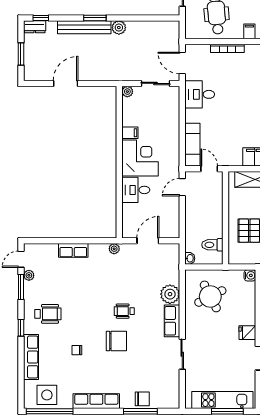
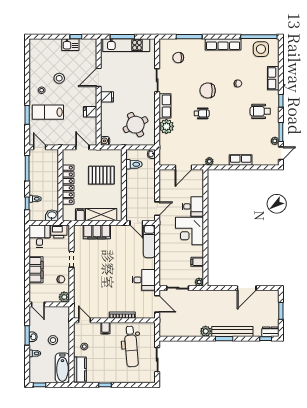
filing cabinet: (130, 133) -> (197, 262), moved
row of seats: (31, 357) -> (273, 78), width x0.68
chair: (142, 399) -> (178, 58), moved

